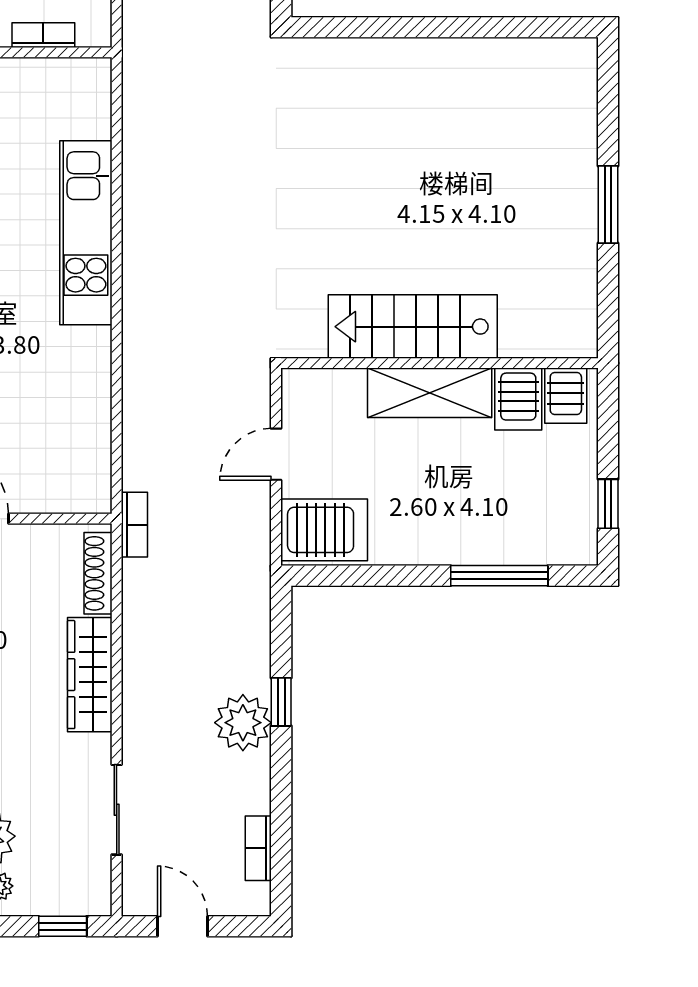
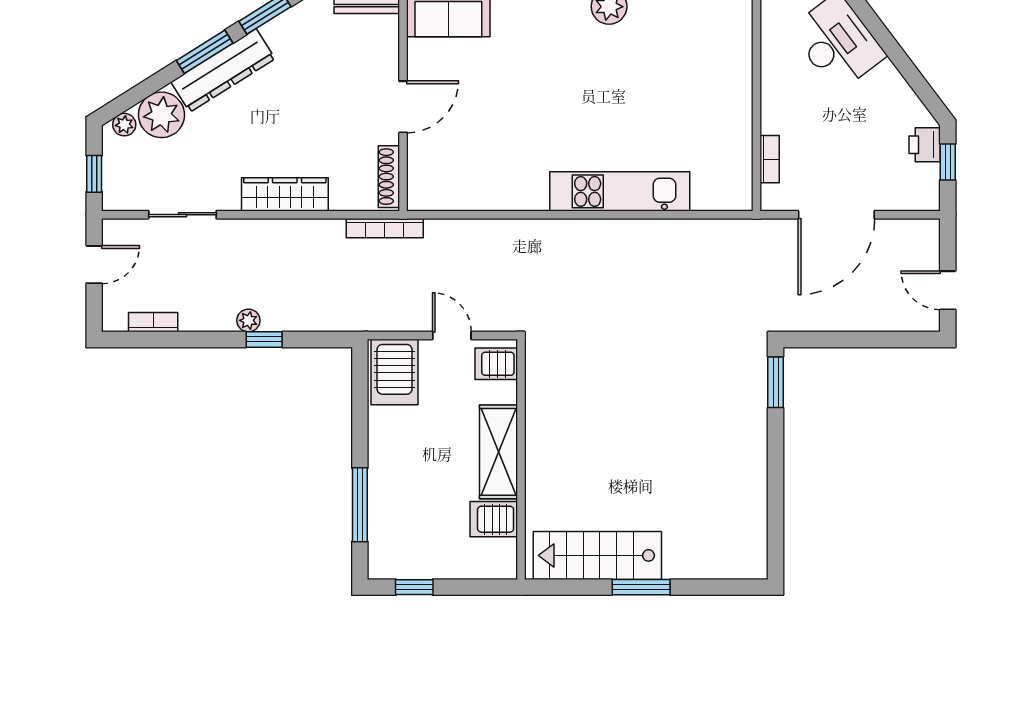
window: (338, 27) -> (776, 382), added
stairs: (413, 327) -> (597, 555), moved, turned -90
server rack: (566, 396) -> (496, 364), moved
bookcase: (134, 525) -> (385, 228), width x1.56
shoe rack: (98, 573) -> (389, 177), moved, turned -90
plant: (243, 723) -> (248, 320), width x0.53, depth x0.53

